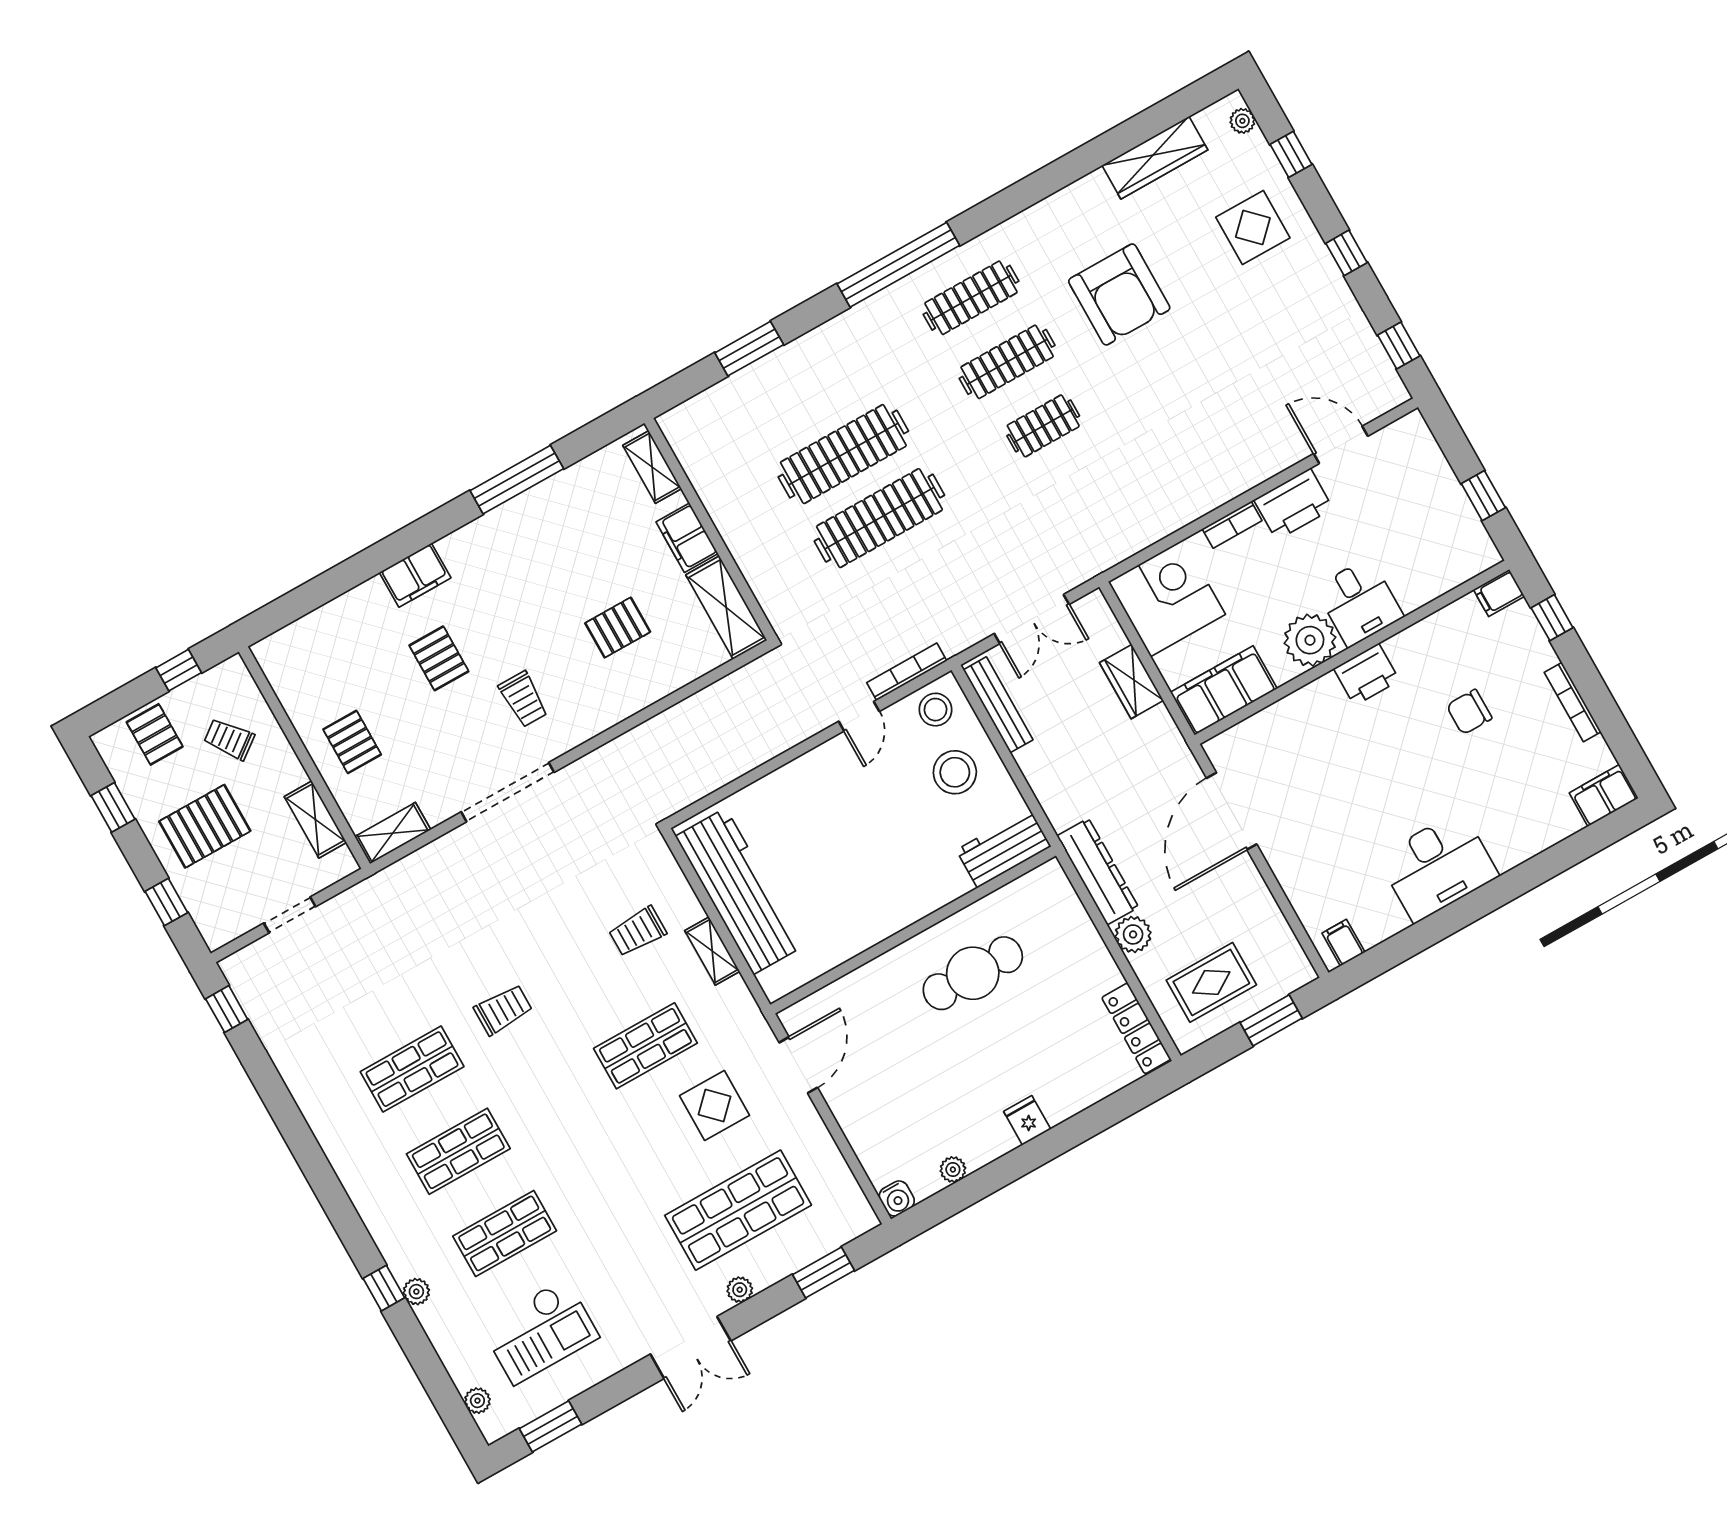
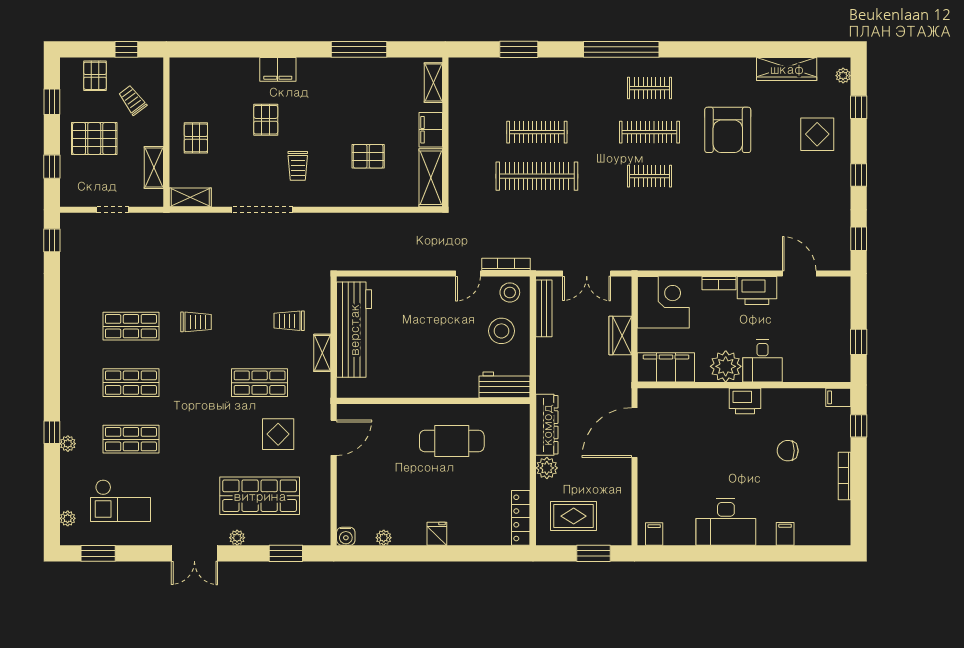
clothes rail: (971, 298) -> (649, 88), width x0.73
clothes rail: (843, 454) -> (537, 132), width x0.73, depth x0.76
filing cabinet: (1604, 795) -> (785, 534), moved, width x0.50

